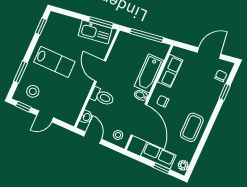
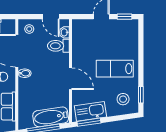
window: (21, 72) -> (141, 46), removed
bathtub: (149, 73) -> (51, 117), moved, turned -98
stool: (33, 91) -> (123, 99), moved
toilet: (102, 97) -> (58, 46), moved

